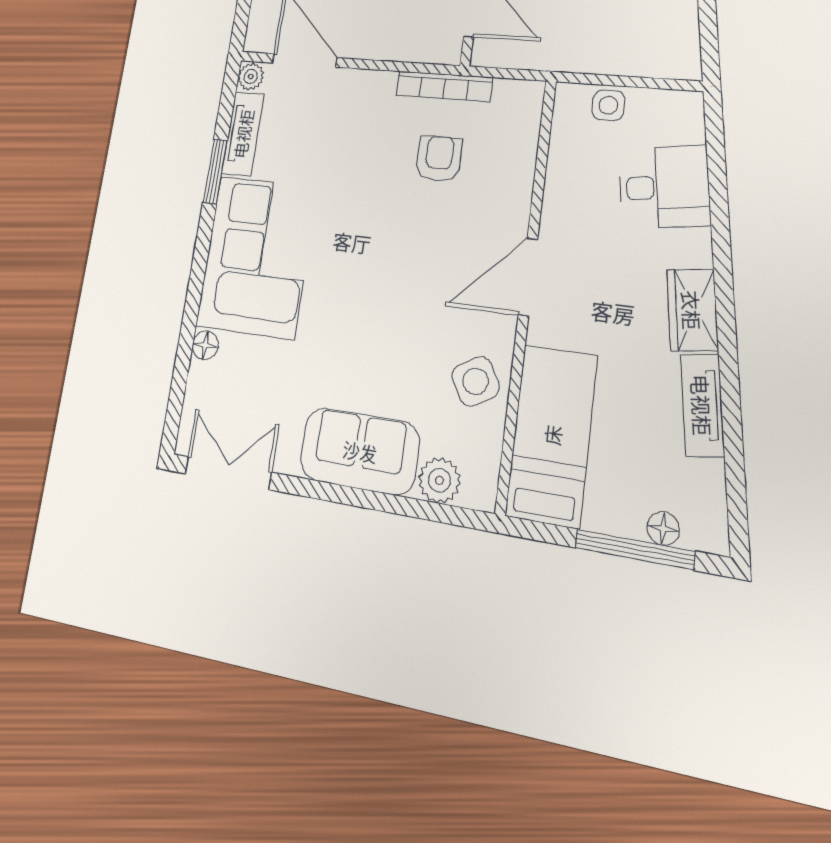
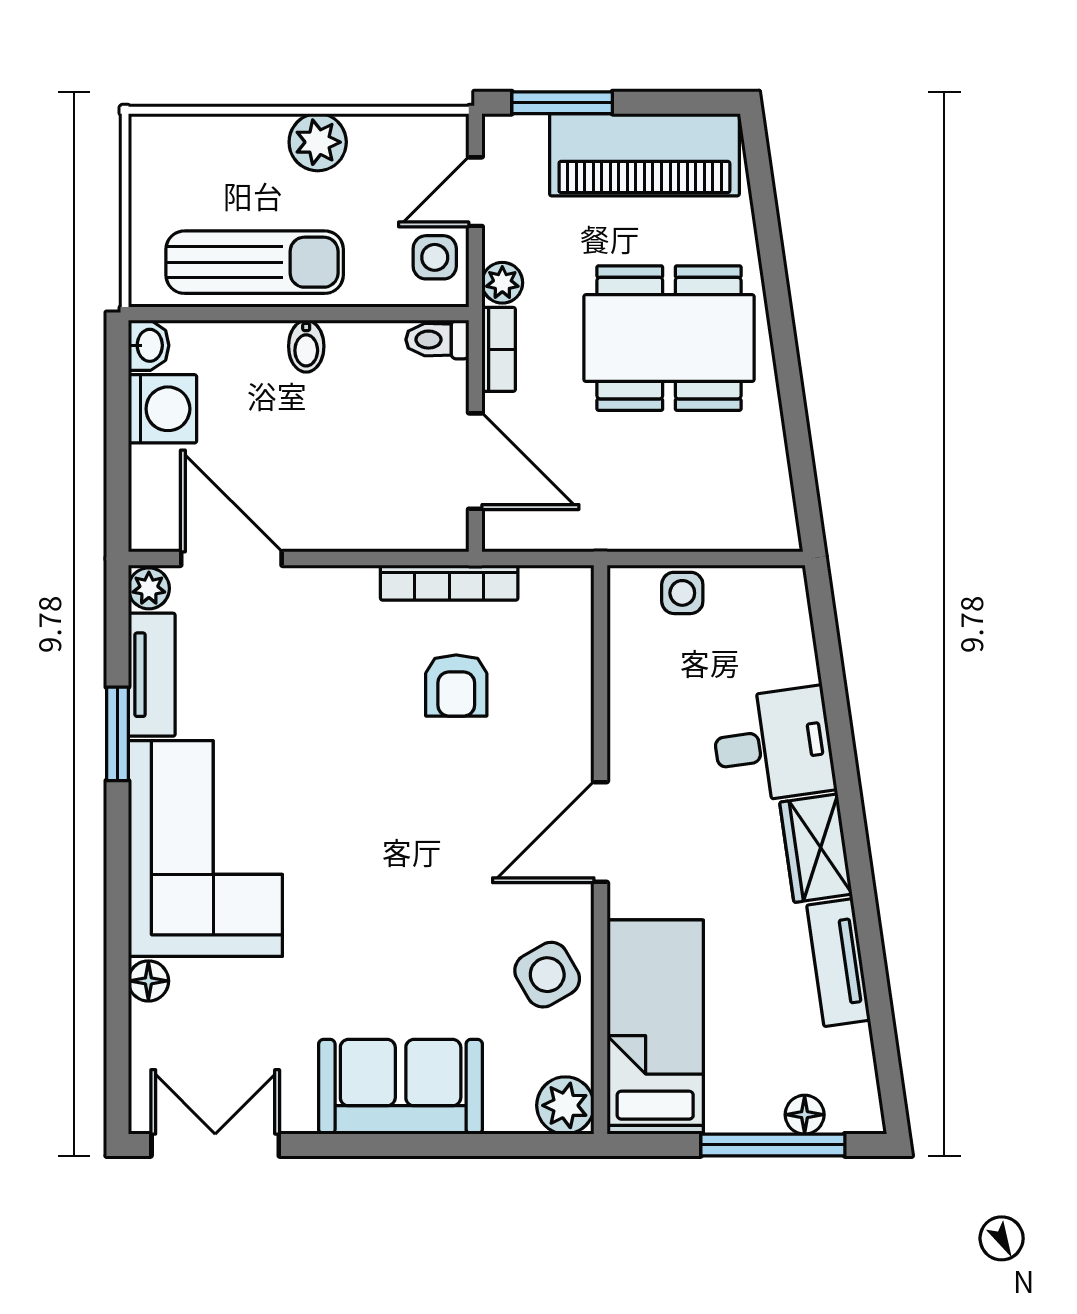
armchair: (439, 159) -> (456, 685), turned 180
desk: (664, 187) -> (773, 745), moved
plant: (439, 480) -> (565, 1105), moved

